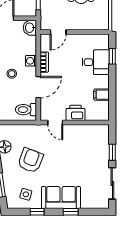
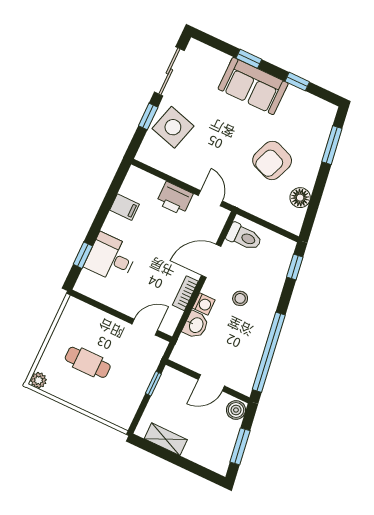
washbasin: (30, 28) -> (196, 325), moved
side table: (26, 194) -> (173, 127), moved, width x1.87, depth x1.87

